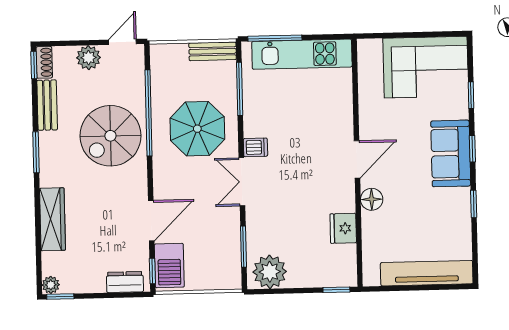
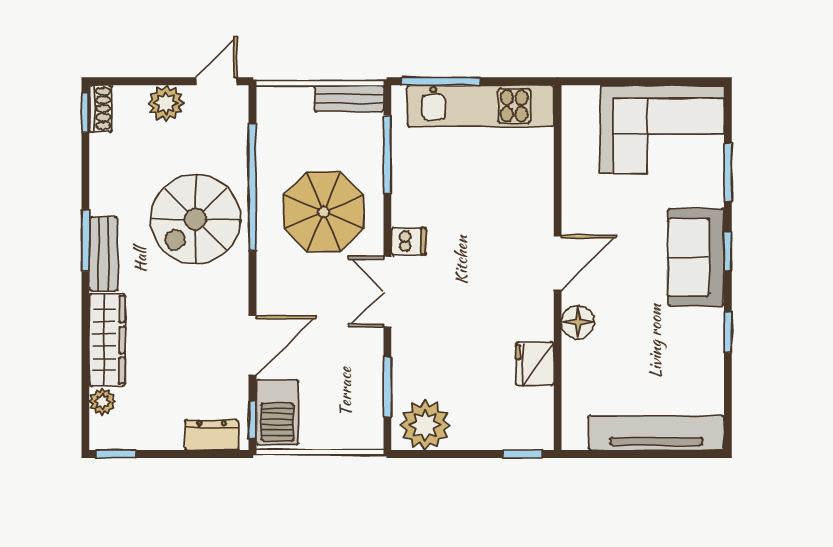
window: (471, 95) -> (728, 172), width x1.50
bench: (47, 105) -> (103, 254), moved
plant: (51, 285) -> (102, 402), moved

